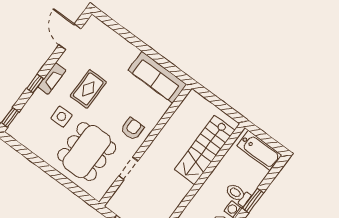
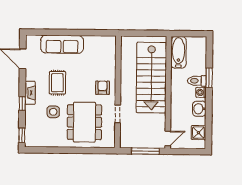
sofa: (157, 77) -> (62, 44), moved
stairs: (205, 150) -> (151, 78), width x1.36, depth x1.51
bathtub: (259, 150) -> (178, 52), moved, turned -90

